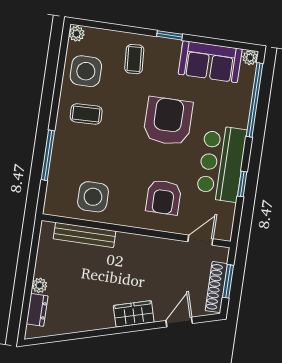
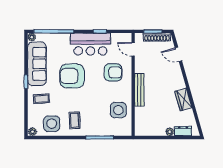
sofa: (210, 62) -> (37, 64), width x1.36
bench: (85, 235) -> (139, 90), moved
wardrobe: (134, 314) -> (183, 100), moved

